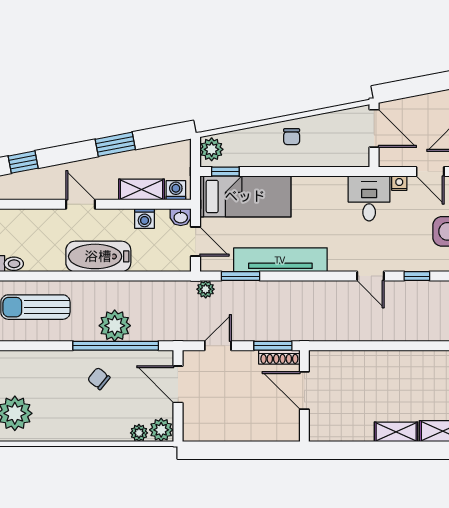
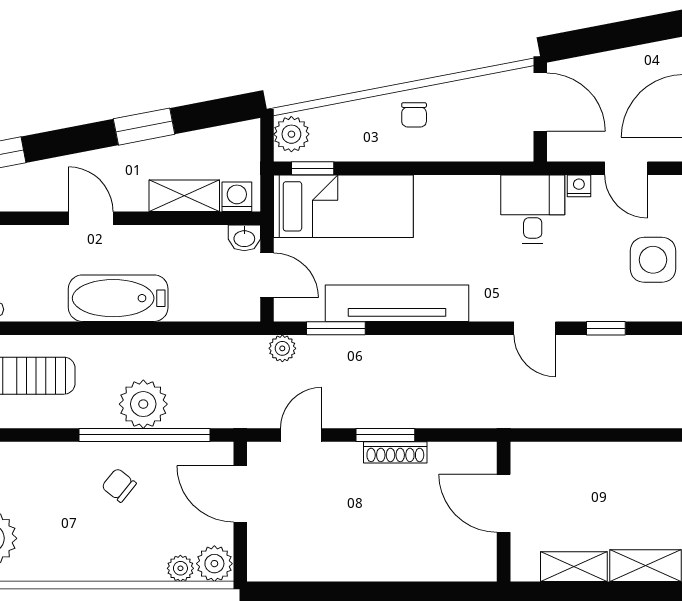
washing machine: (145, 218) -> (189, 240), removed
door: (304, 391) -> (504, 503), moved
wall: (304, 396) -> (504, 512), moved

